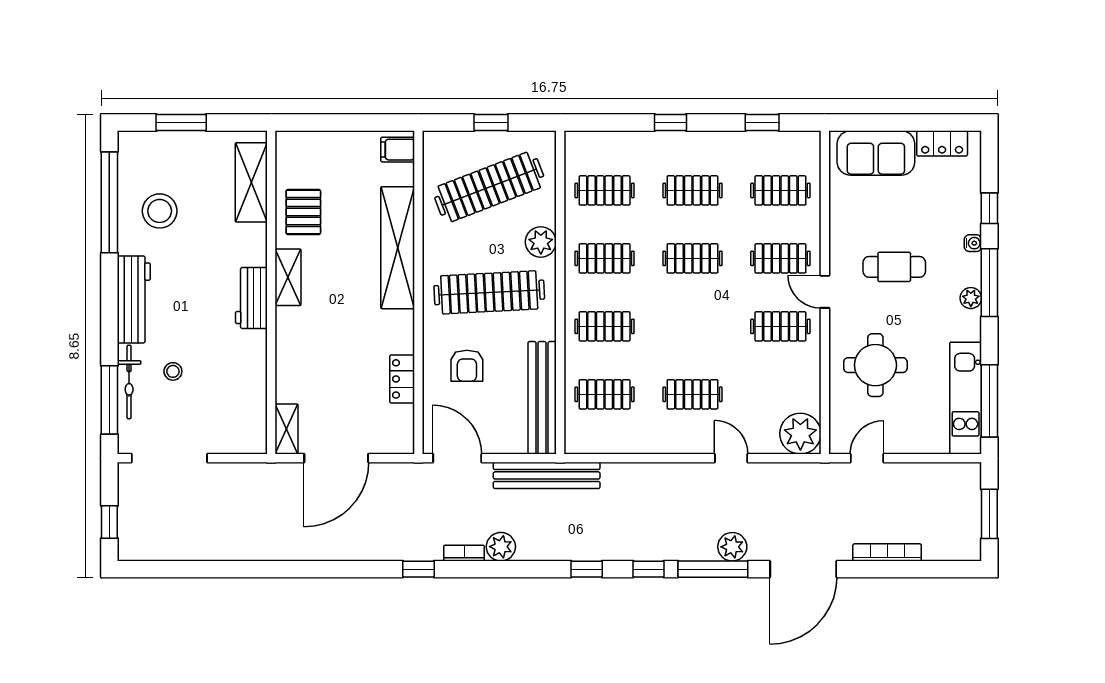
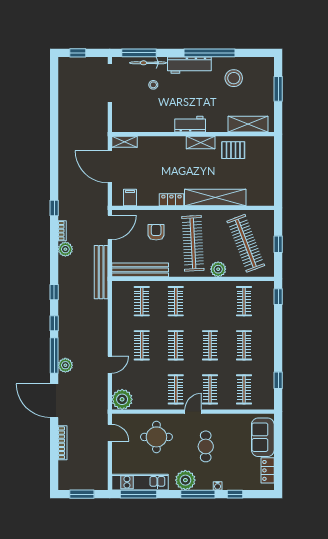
window: (671, 123) -> (278, 297), moved
filing cabinet: (398, 150) -> (130, 197), moved
window: (109, 202) -> (210, 53), moved
clothes rail: (605, 258) -> (176, 345), moved
plant: (971, 298) -> (185, 480), width x1.88, depth x1.88
armchair: (467, 366) -> (156, 232), turned 90
locker: (402, 379) -> (171, 200), moved

